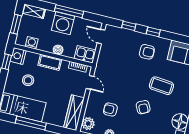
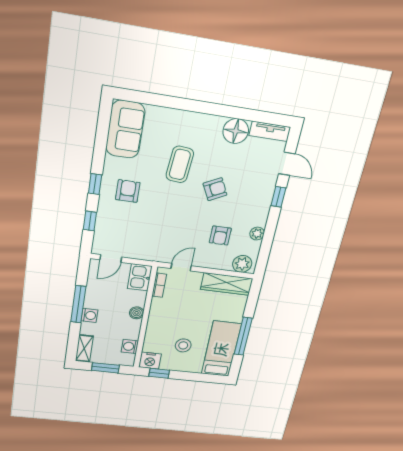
washing machine: (63, 23) -> (89, 315), width x0.53, depth x0.53
cot: (50, 62) -> (156, 321), removed

